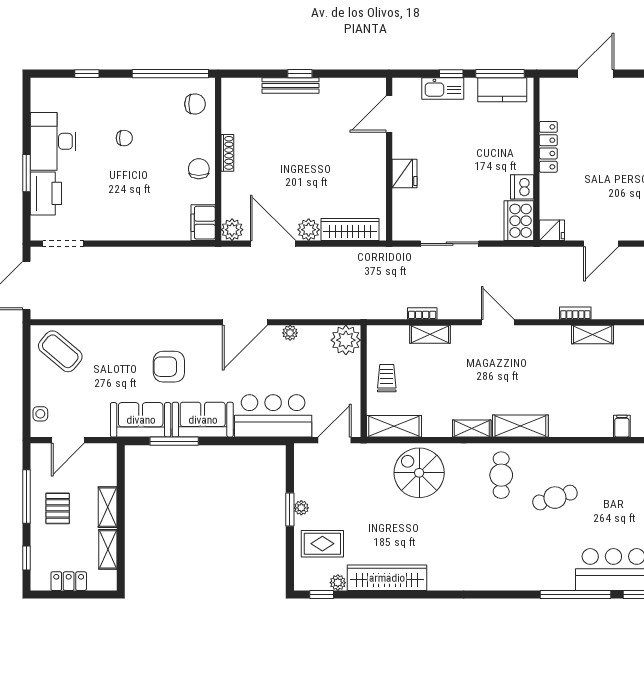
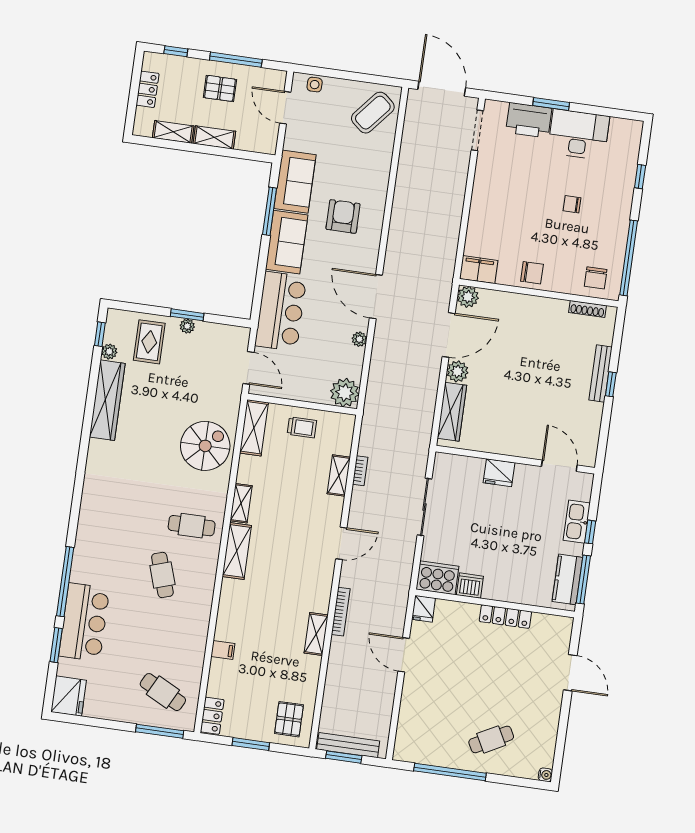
chair: (124, 138) -> (572, 204), turned 90
shoe rack: (227, 153) -> (587, 309), moved
bookcase: (575, 313) -> (341, 612), width x1.56

